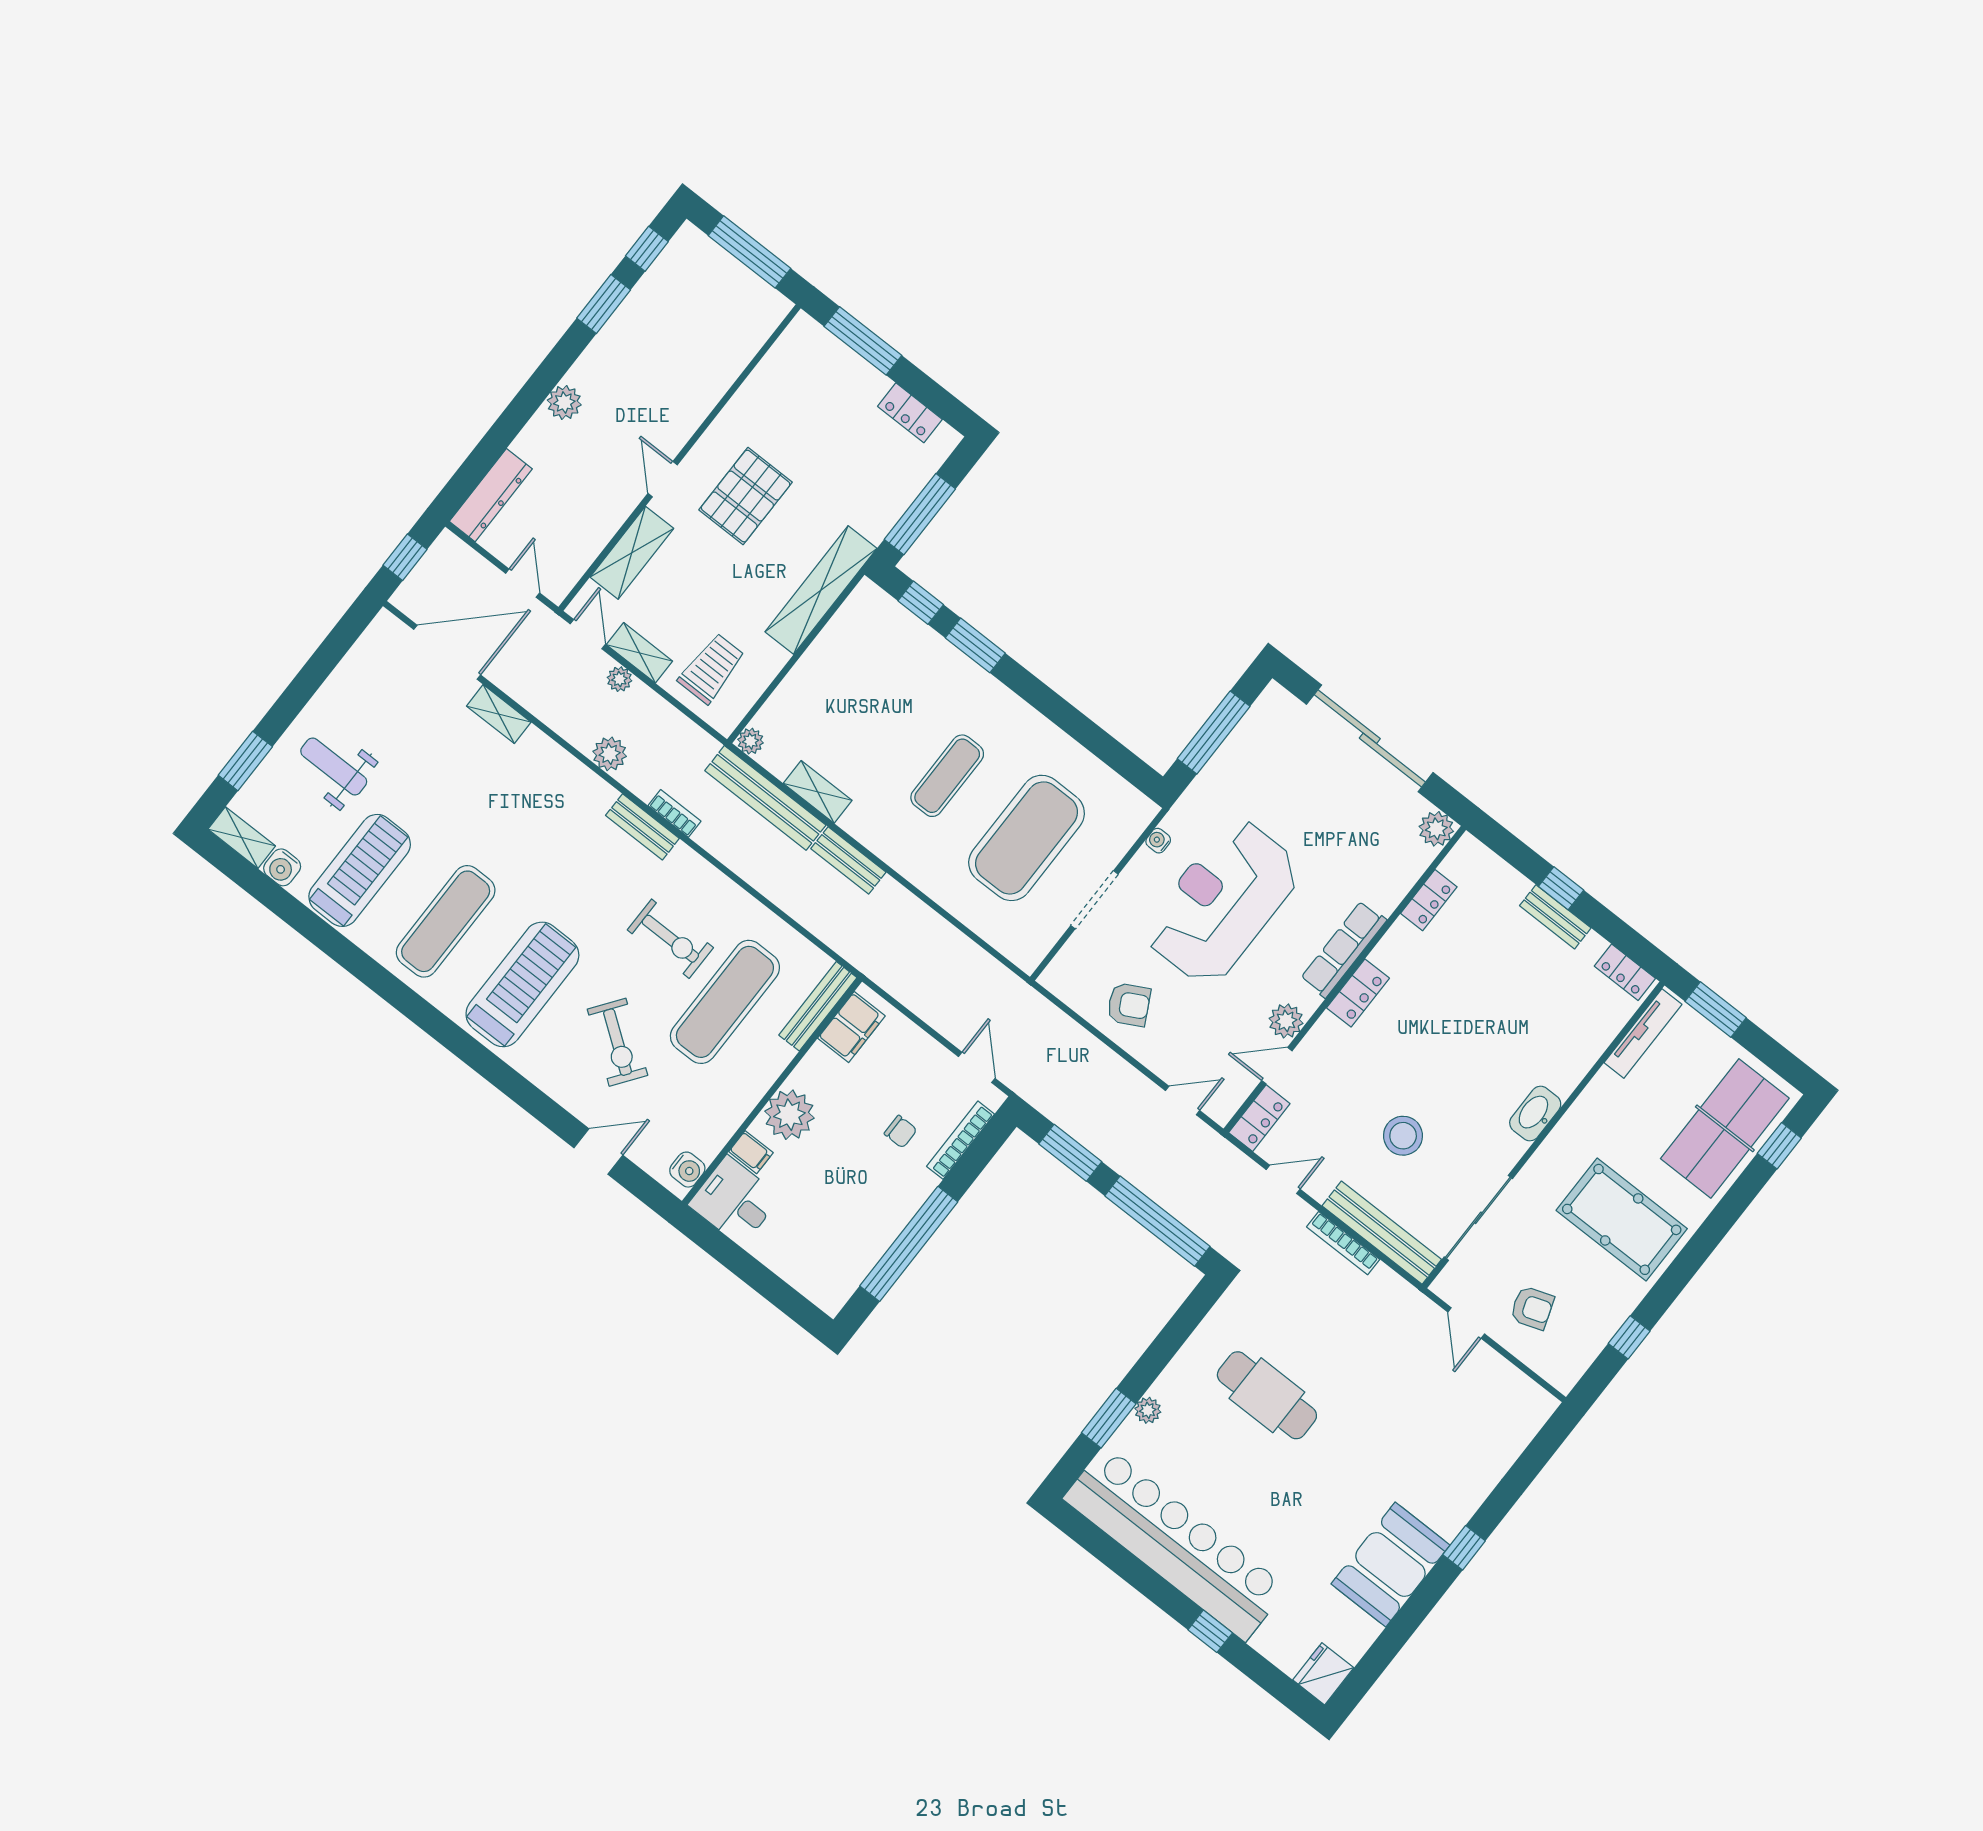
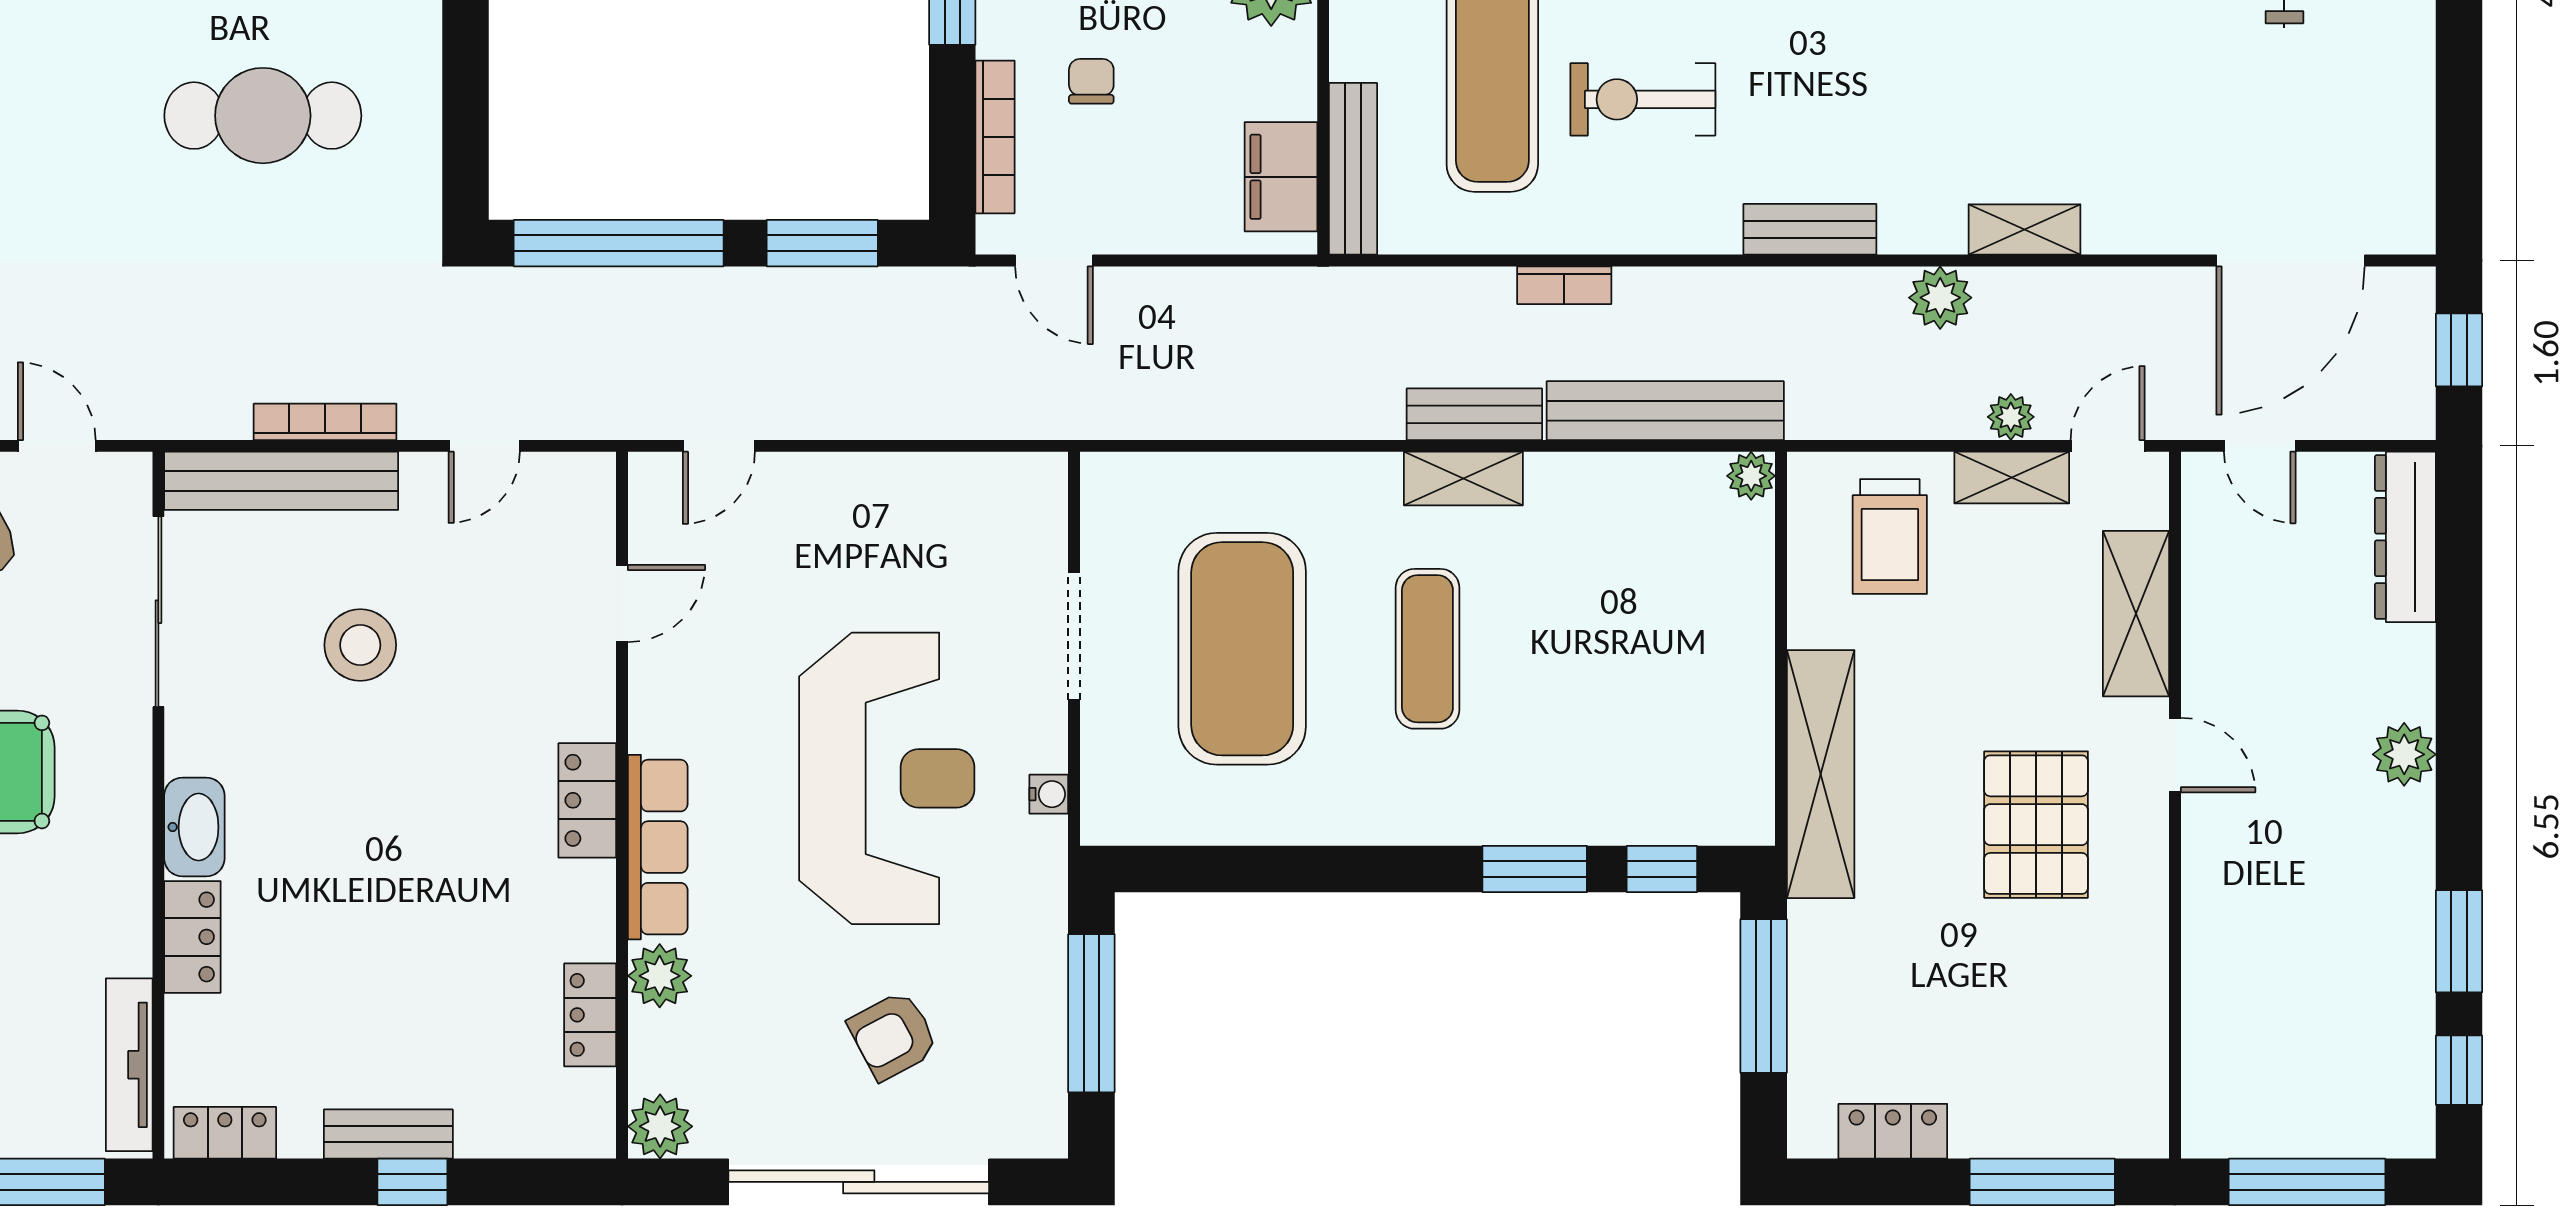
door: (588, 634) -> (2108, 446), swing flipped
shelving: (499, 714) -> (2024, 230), moved
shelving: (818, 792) -> (1463, 479), moved
bookcase: (674, 813) -> (1564, 285), moved
armchair: (1129, 1005) -> (893, 1036), moved
plant: (1286, 1021) -> (660, 976), moved
locker: (1259, 1118) -> (192, 937), moved, turned 180
chair: (901, 1132) -> (1091, 81), turned 90

